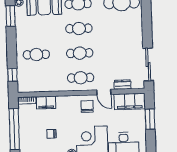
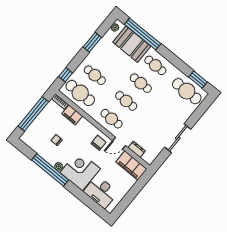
window: (11, 16) -> (92, 42), moved
sliding door: (148, 64) -> (178, 138), moved
cafe table: (37, 79) -> (80, 93), added
door: (104, 92) -> (119, 143), hinge flipped
window: (150, 119) -> (135, 190), removed

